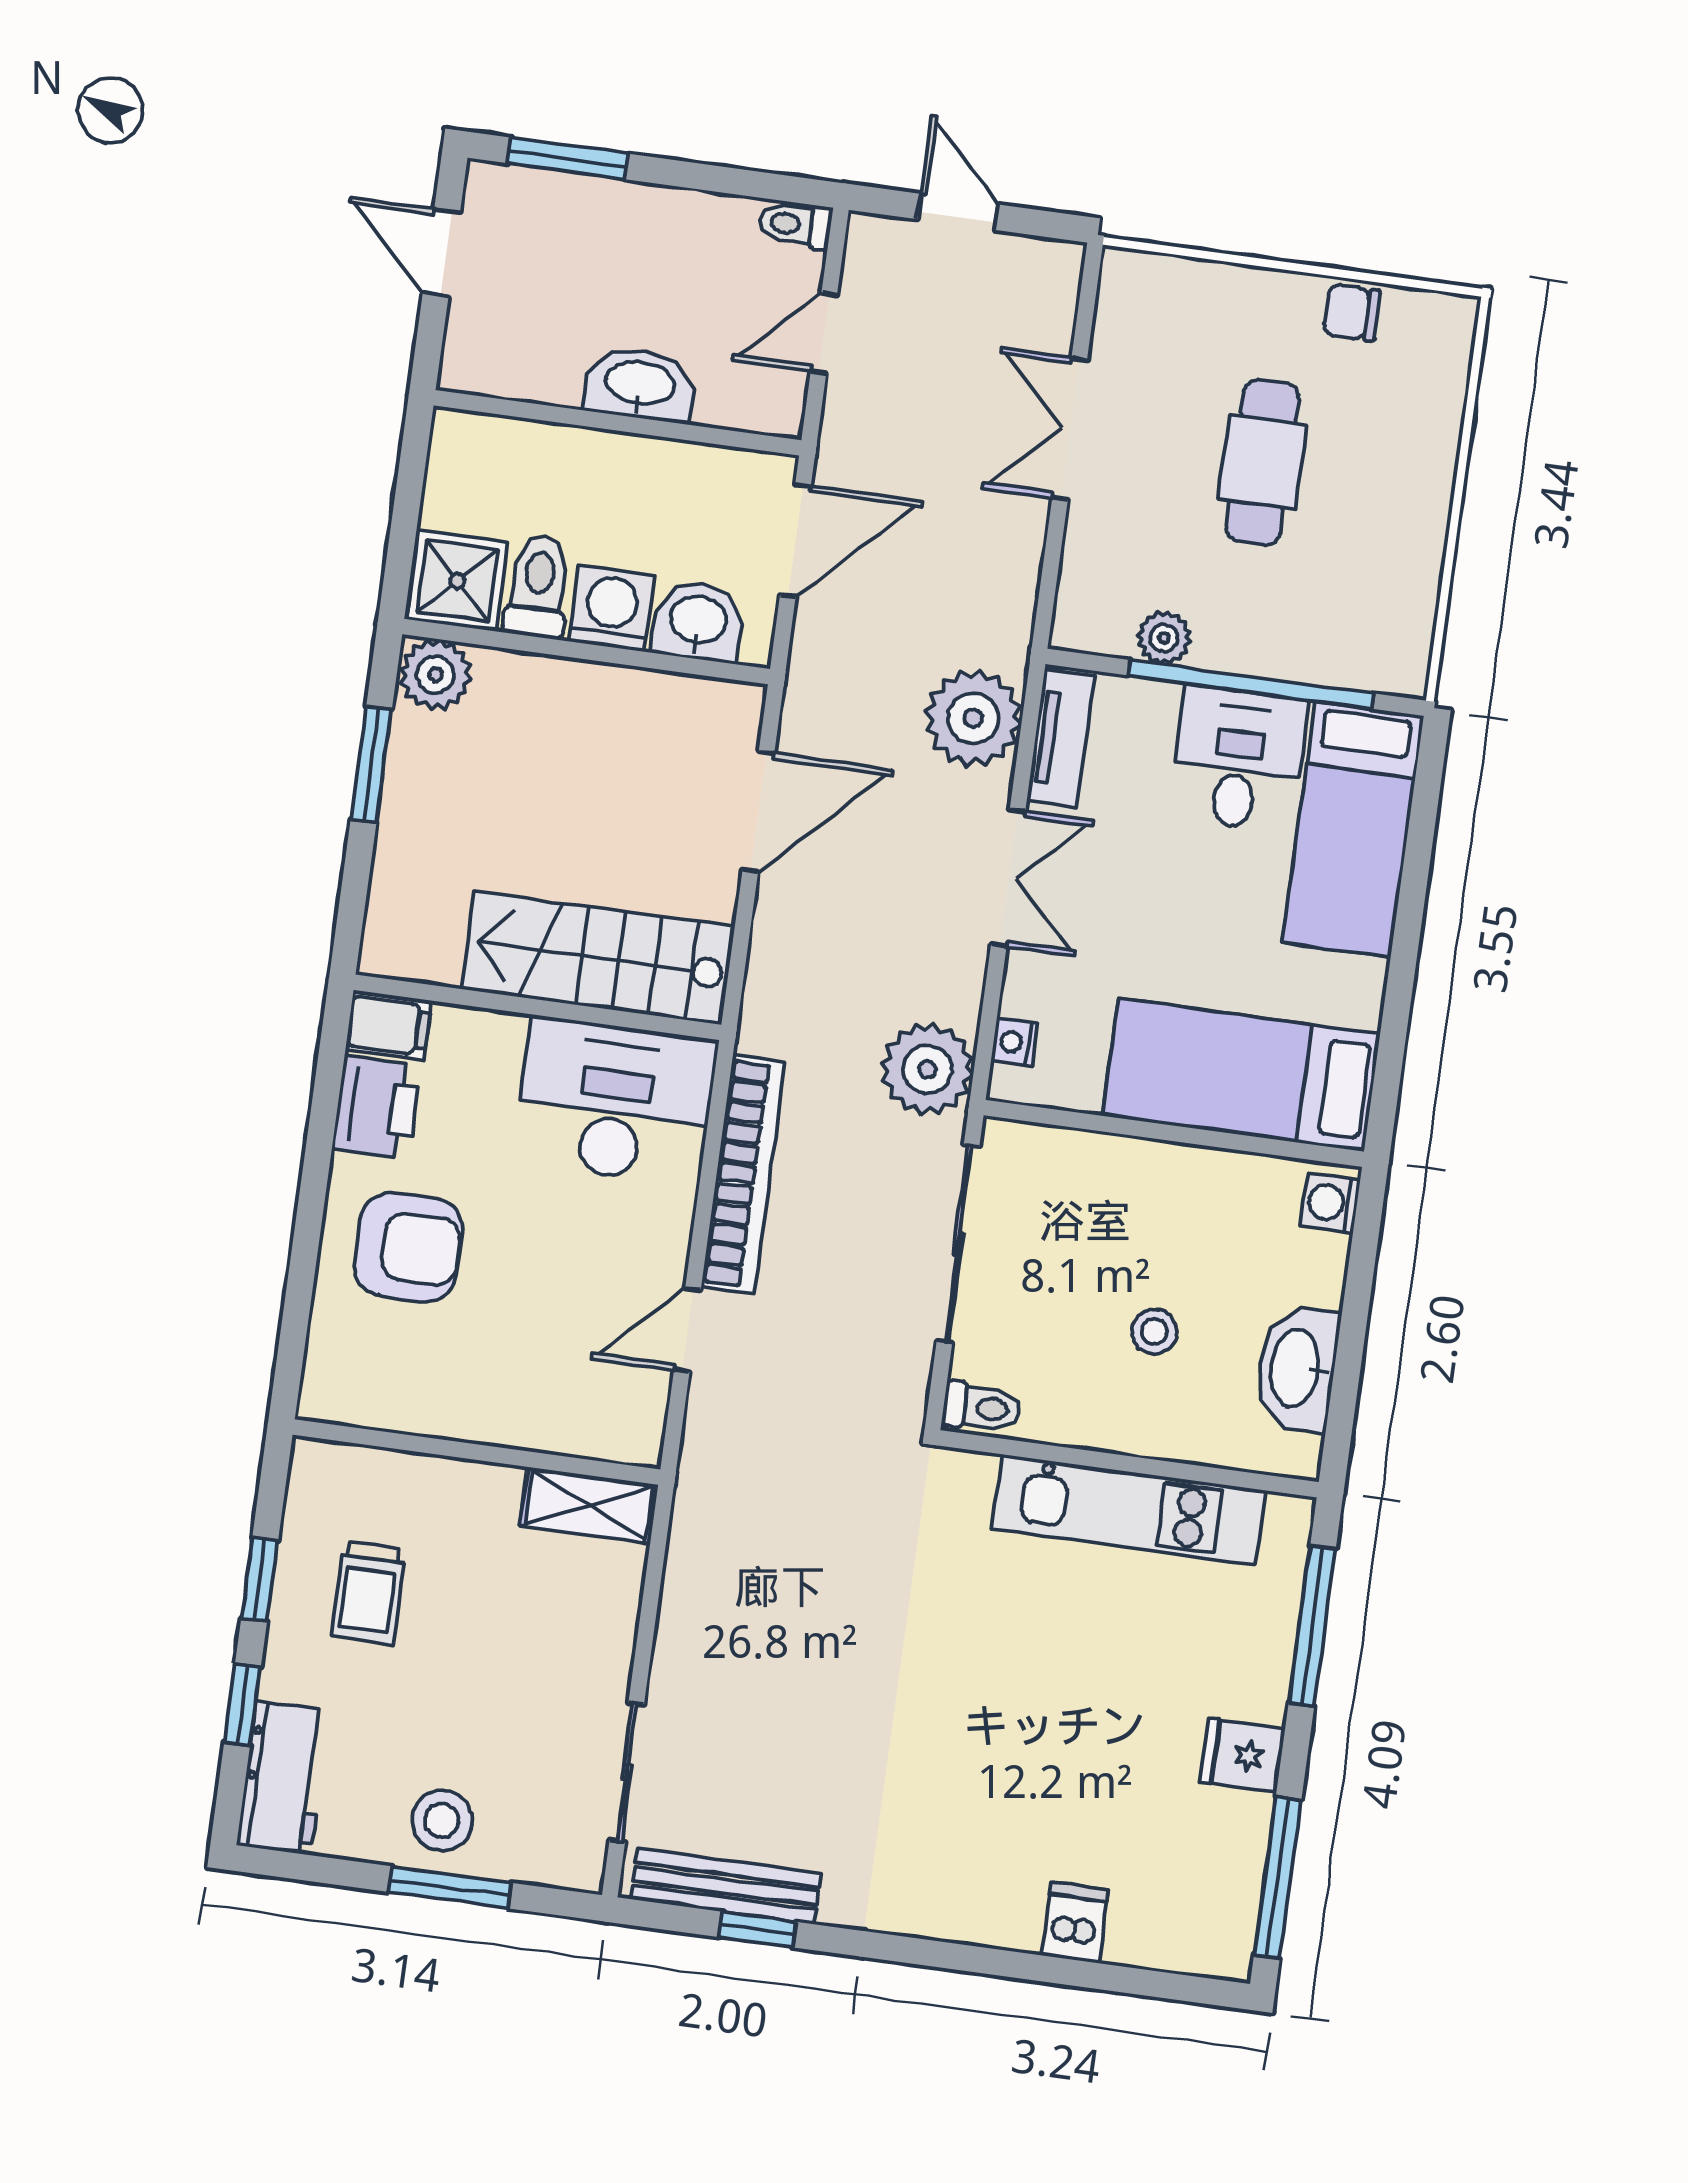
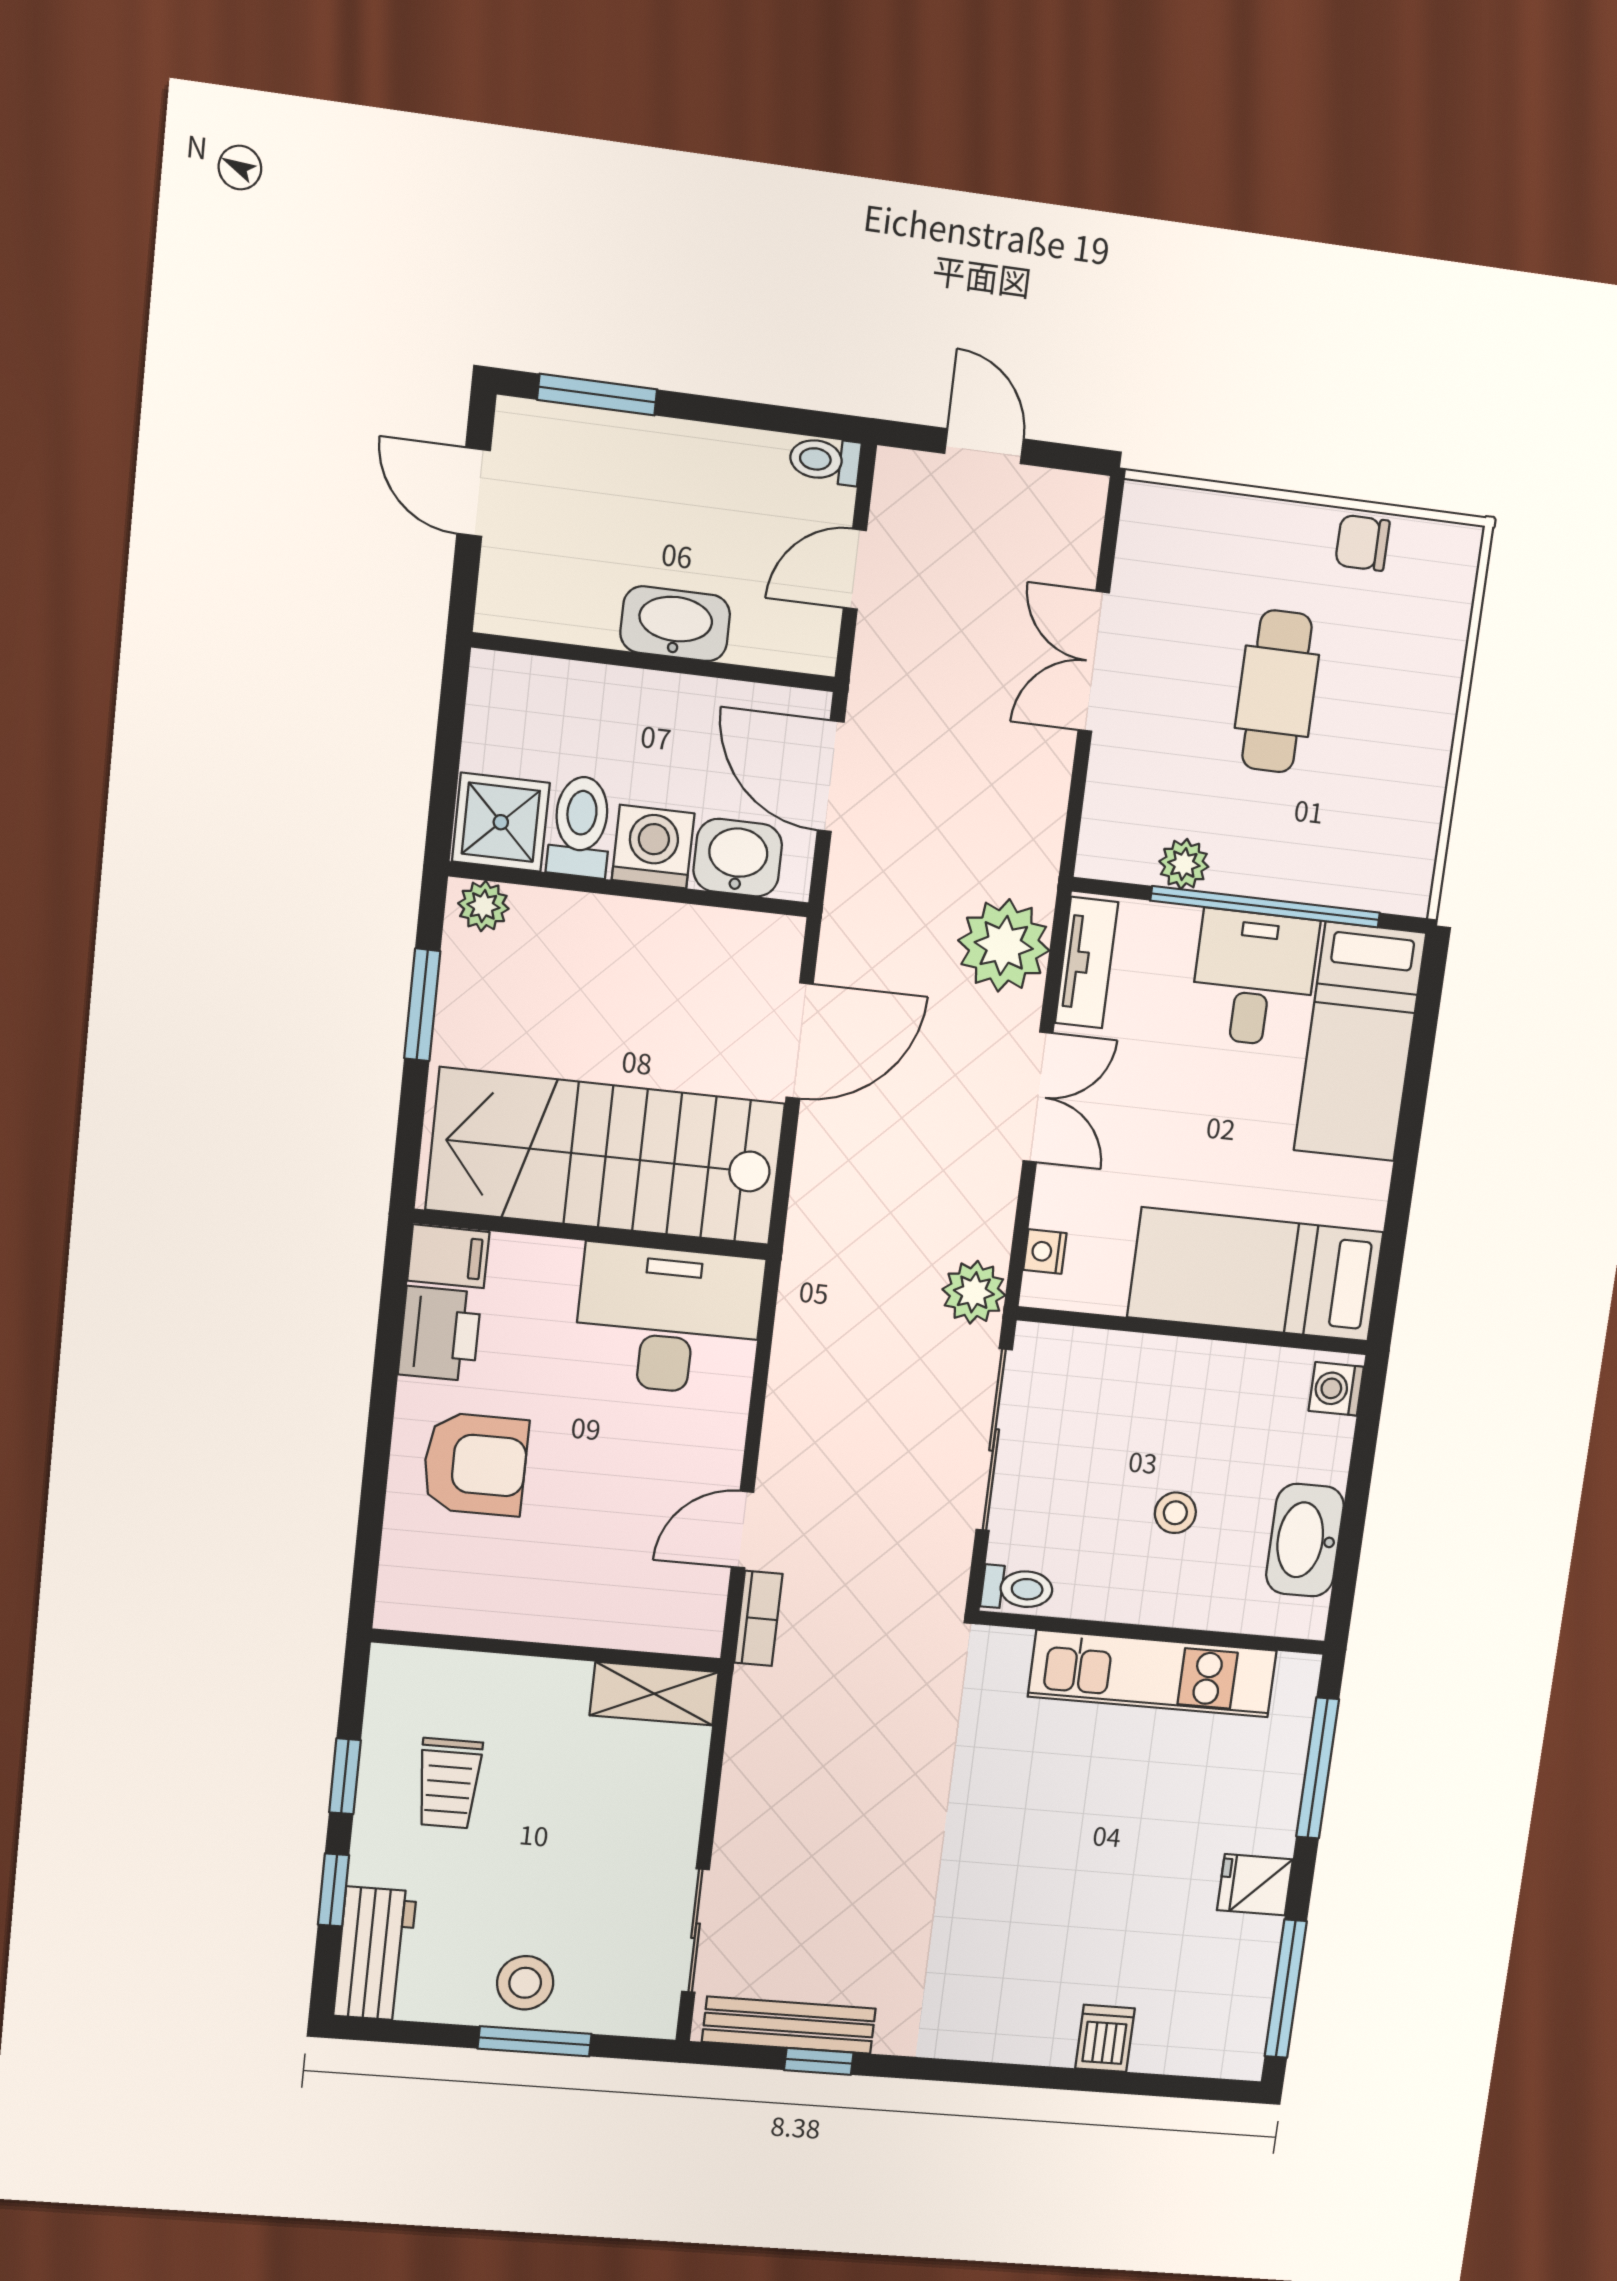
door: (795, 540) -> (831, 776), swing flipped
plant: (436, 675) -> (483, 906), width x0.73, depth x0.73
stairs: (598, 958) -> (606, 1156), width x1.36, depth x1.51
plant: (927, 1069) -> (974, 1292), width x0.73, depth x0.73
bookcase: (743, 1174) -> (758, 1618), moved, width x0.43, depth x0.76

